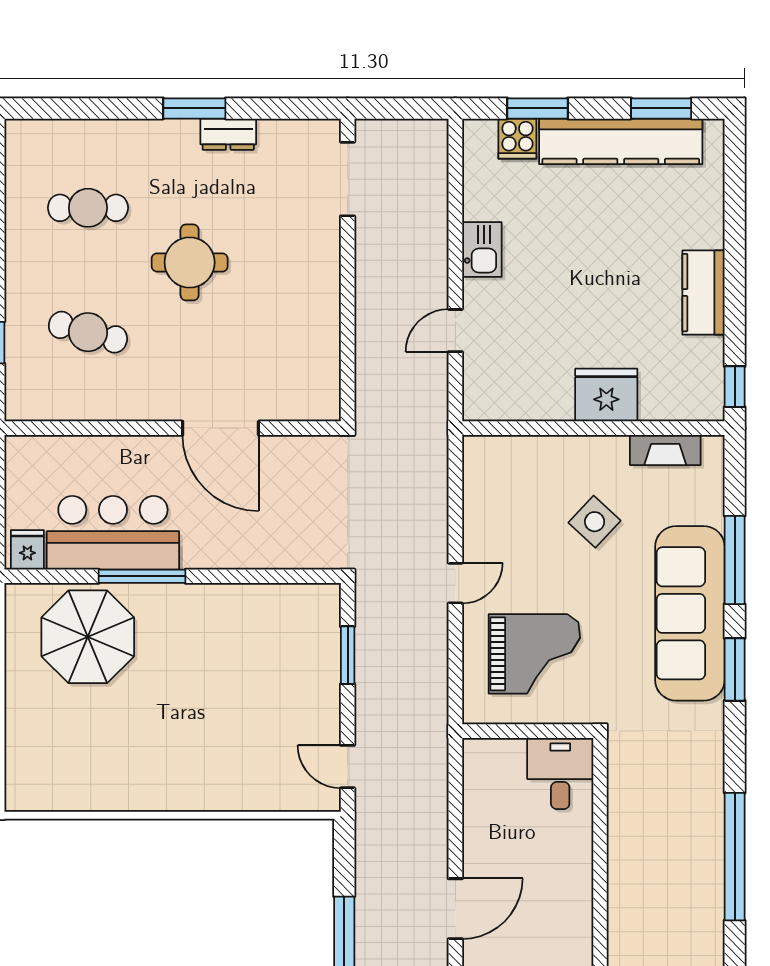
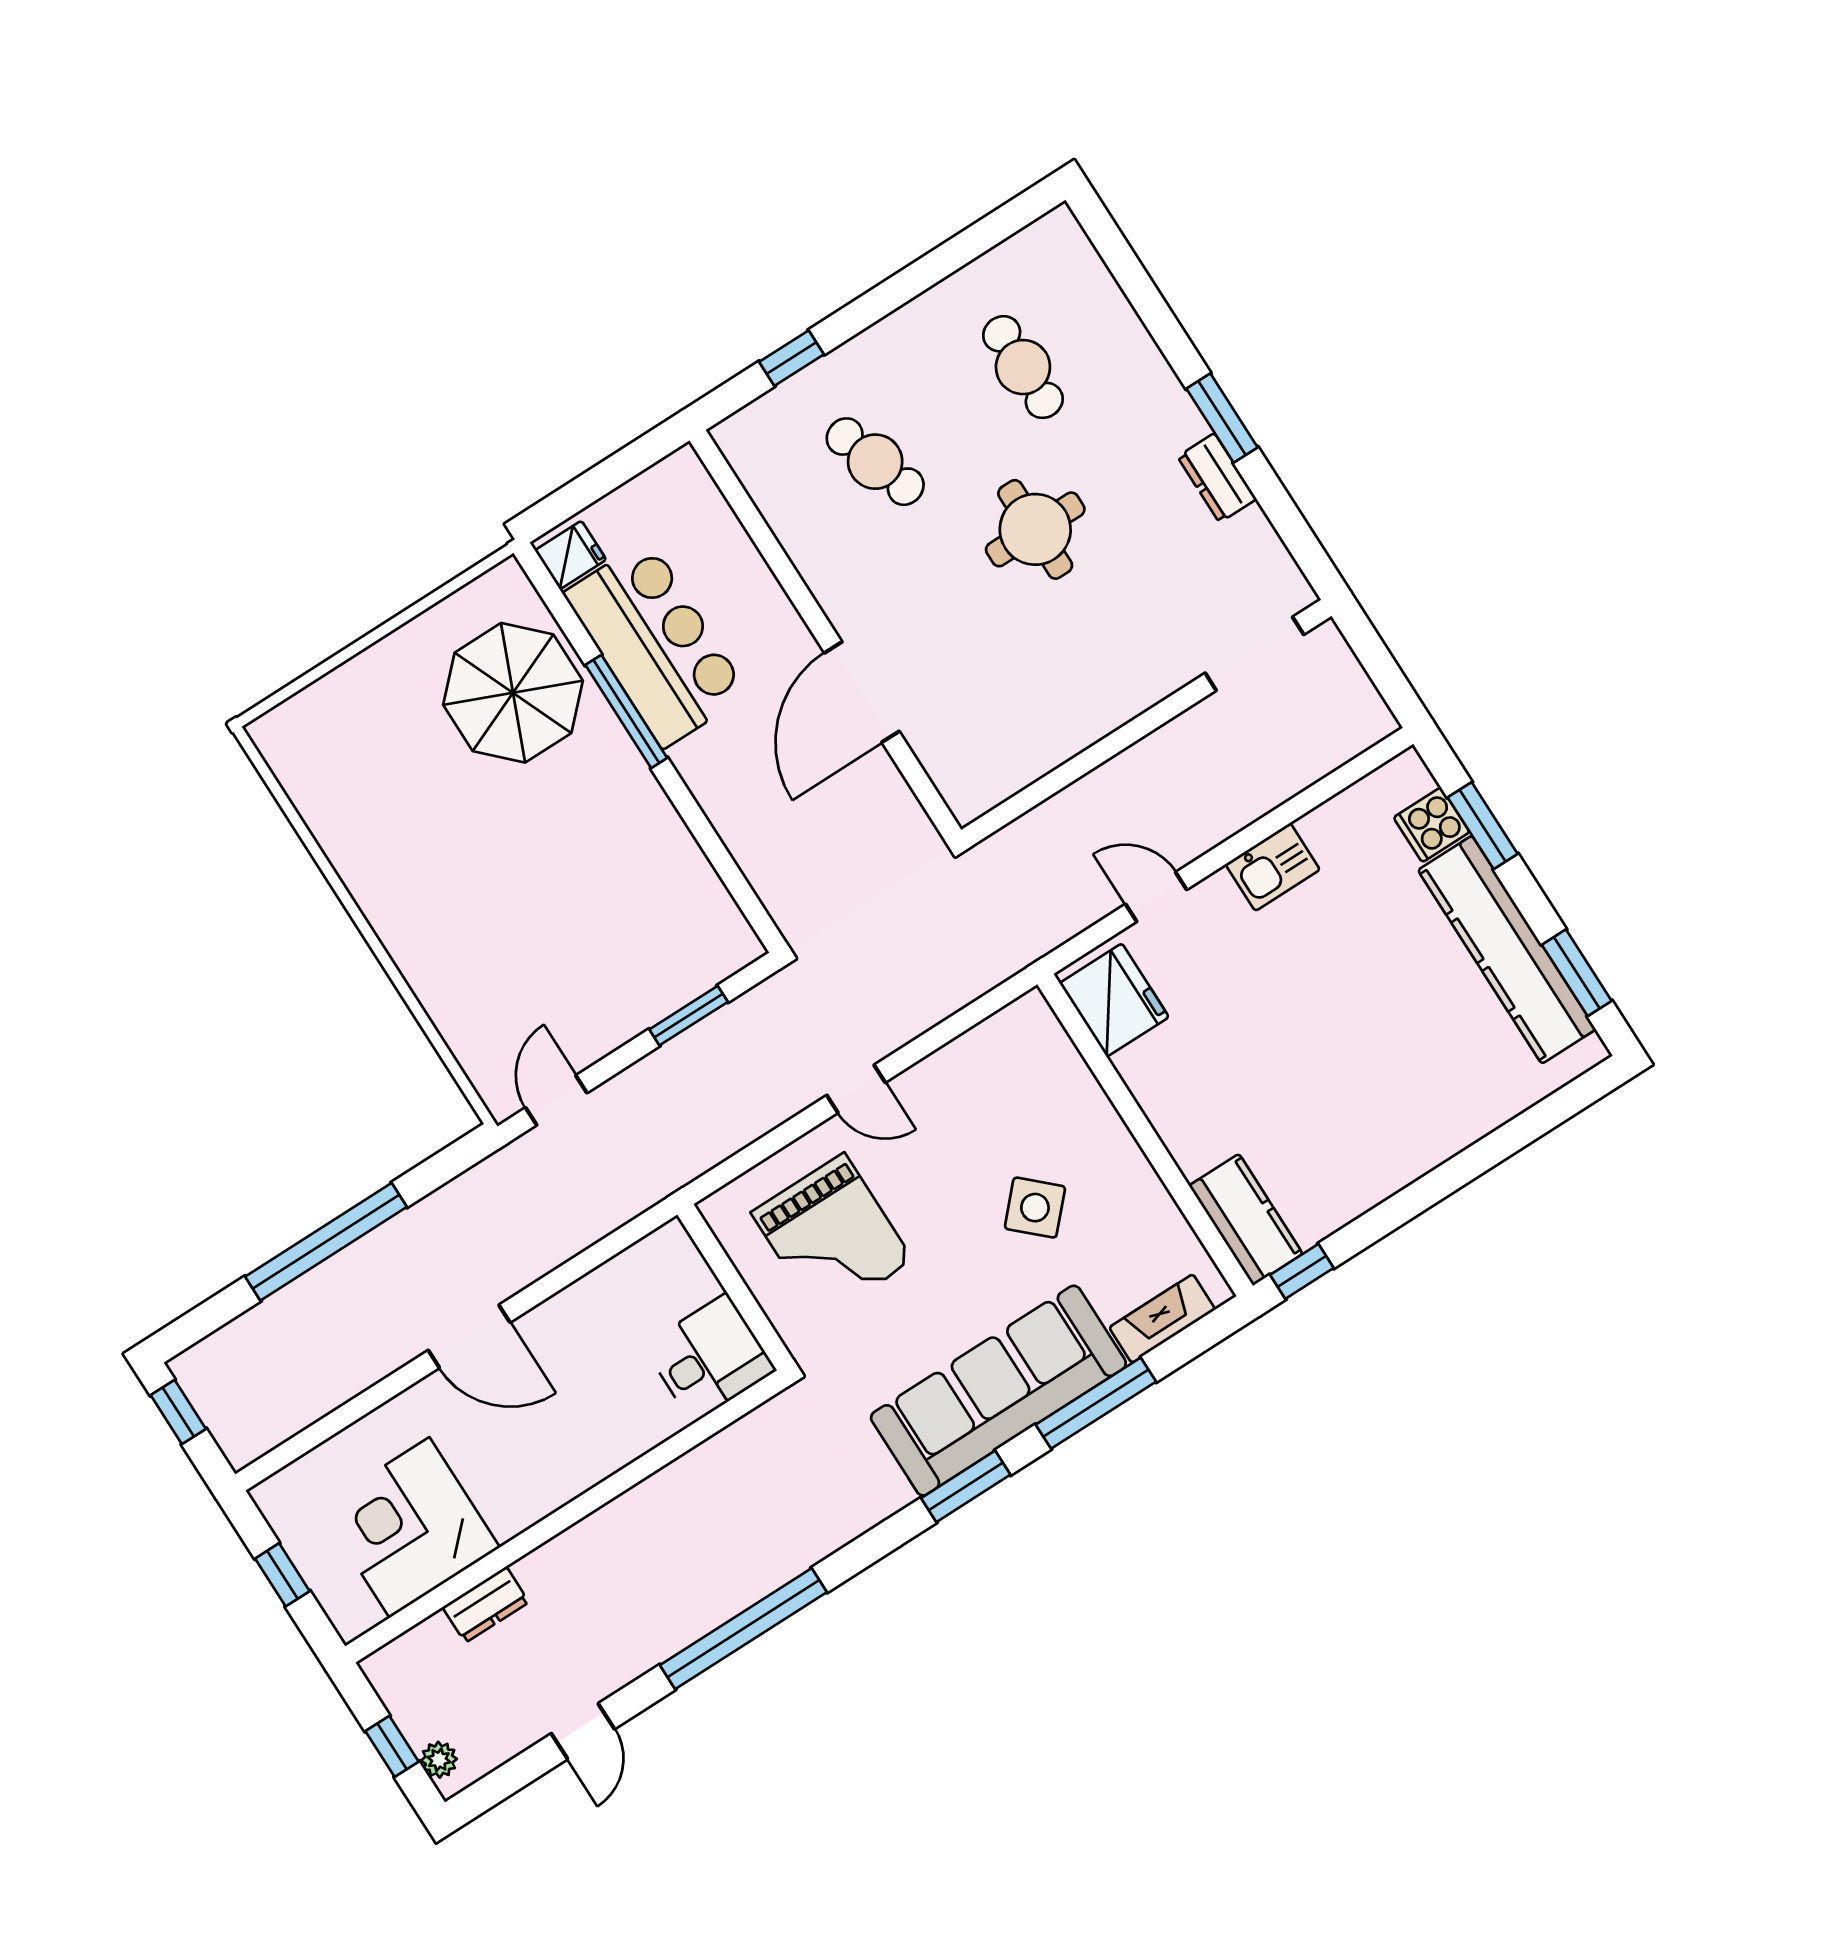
kitchen counter: (703, 293) -> (1246, 1220), moved, turned 90
cafe table: (88, 332) -> (875, 462), turned -33
fridge: (606, 395) -> (1114, 1000), moved
fireplace: (665, 450) -> (1162, 1319), moved, turned 90

